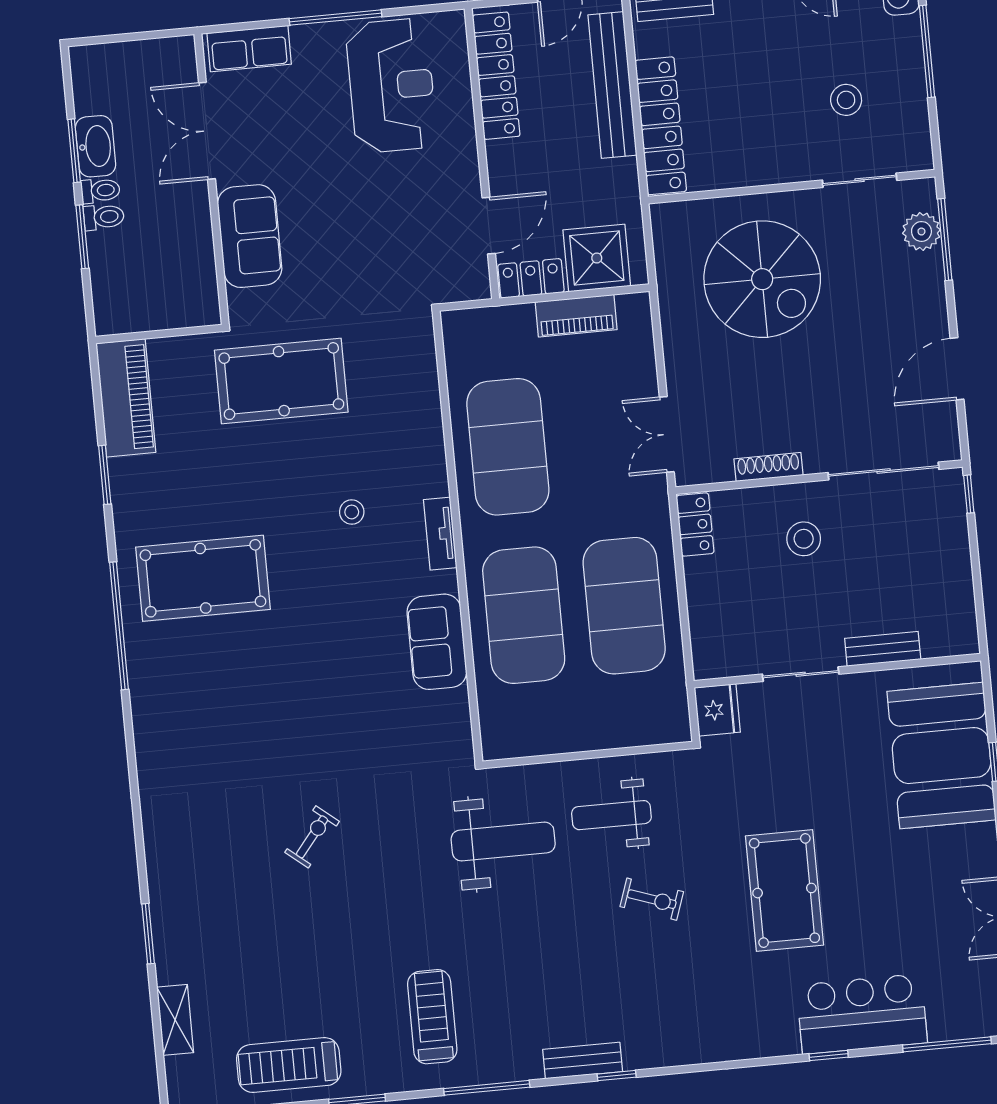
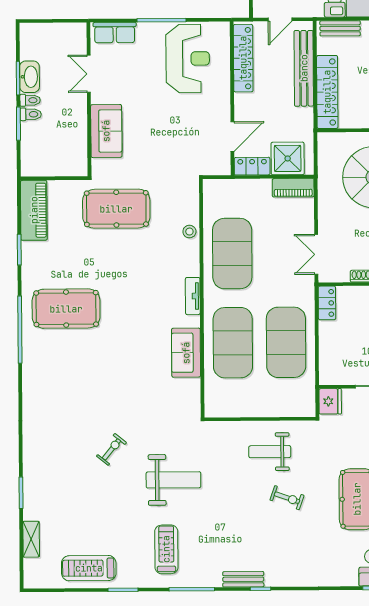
double door: (207, 131) -> (89, 74), width x0.73
piano: (576, 316) -> (293, 188), moved
stool: (352, 512) -> (189, 232), moved
weight bench: (503, 842) -> (173, 480), moved

